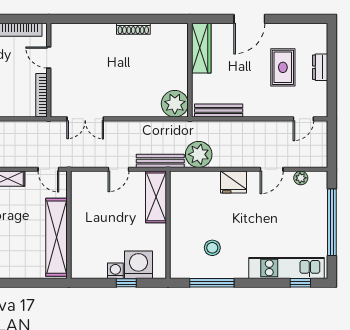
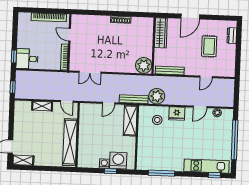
dresser: (320, 67) -> (232, 36), moved
door: (303, 119) -> (206, 77), moved
stool: (212, 248) -> (157, 120), moved

